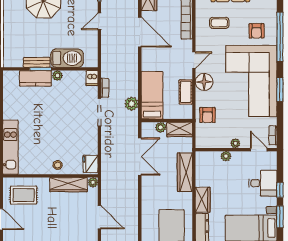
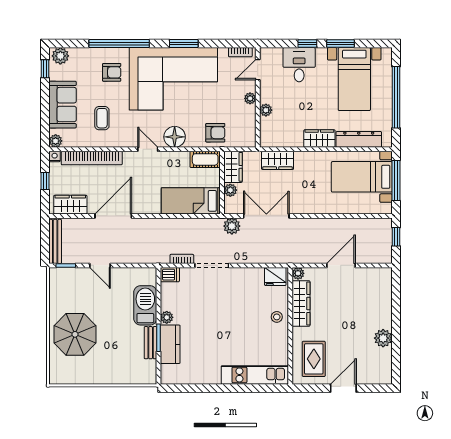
cot: (186, 92) -> (205, 159), moved
plant: (131, 104) -> (232, 226), moved
wardrobe: (185, 172) -> (278, 160), width x0.67

